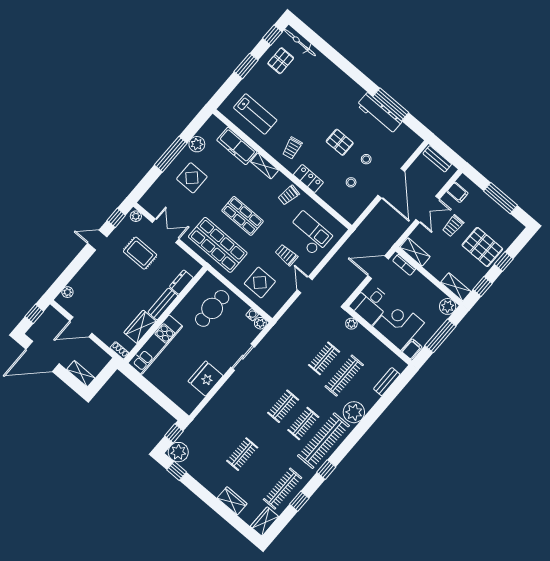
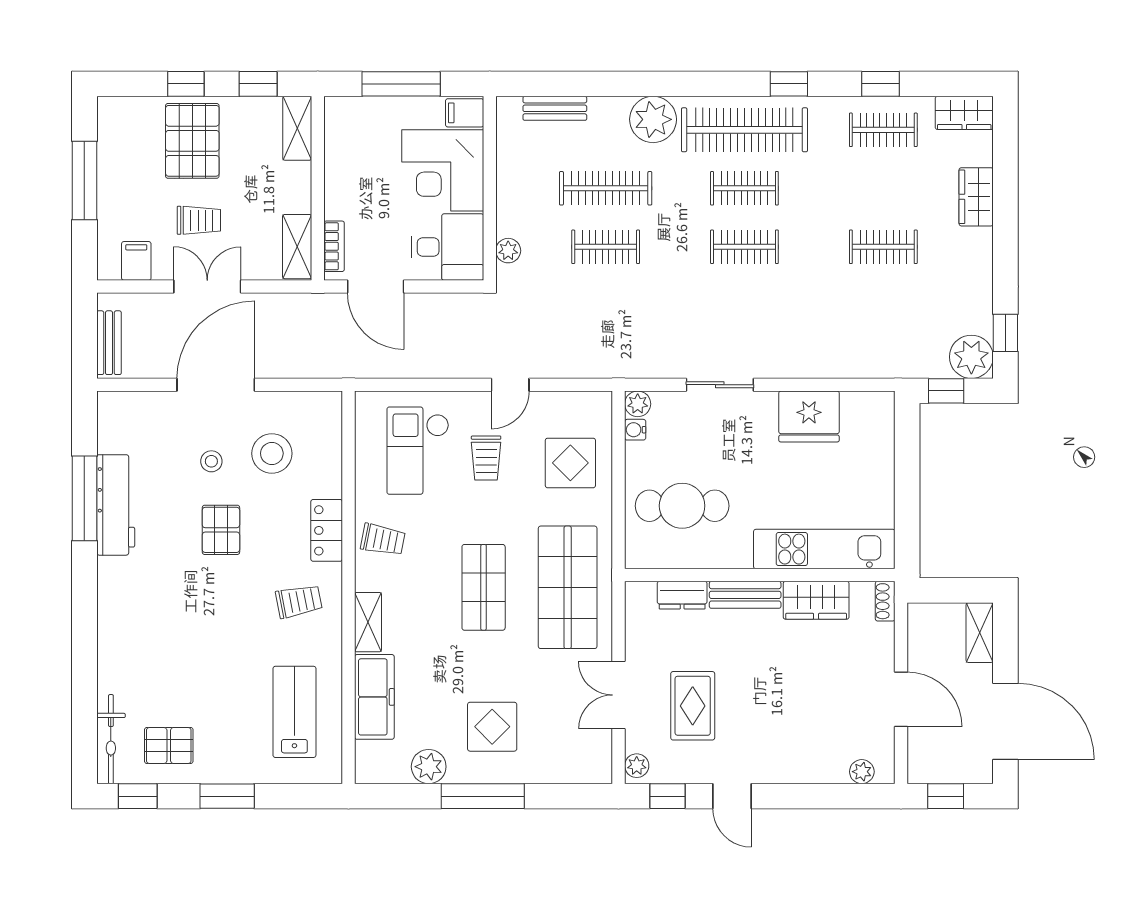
stool: (351, 182) -> (272, 453), width x1.89, depth x1.89
plant: (448, 306) -> (342, 114), removed
clothes rail: (283, 489) -> (883, 130), width x0.73

